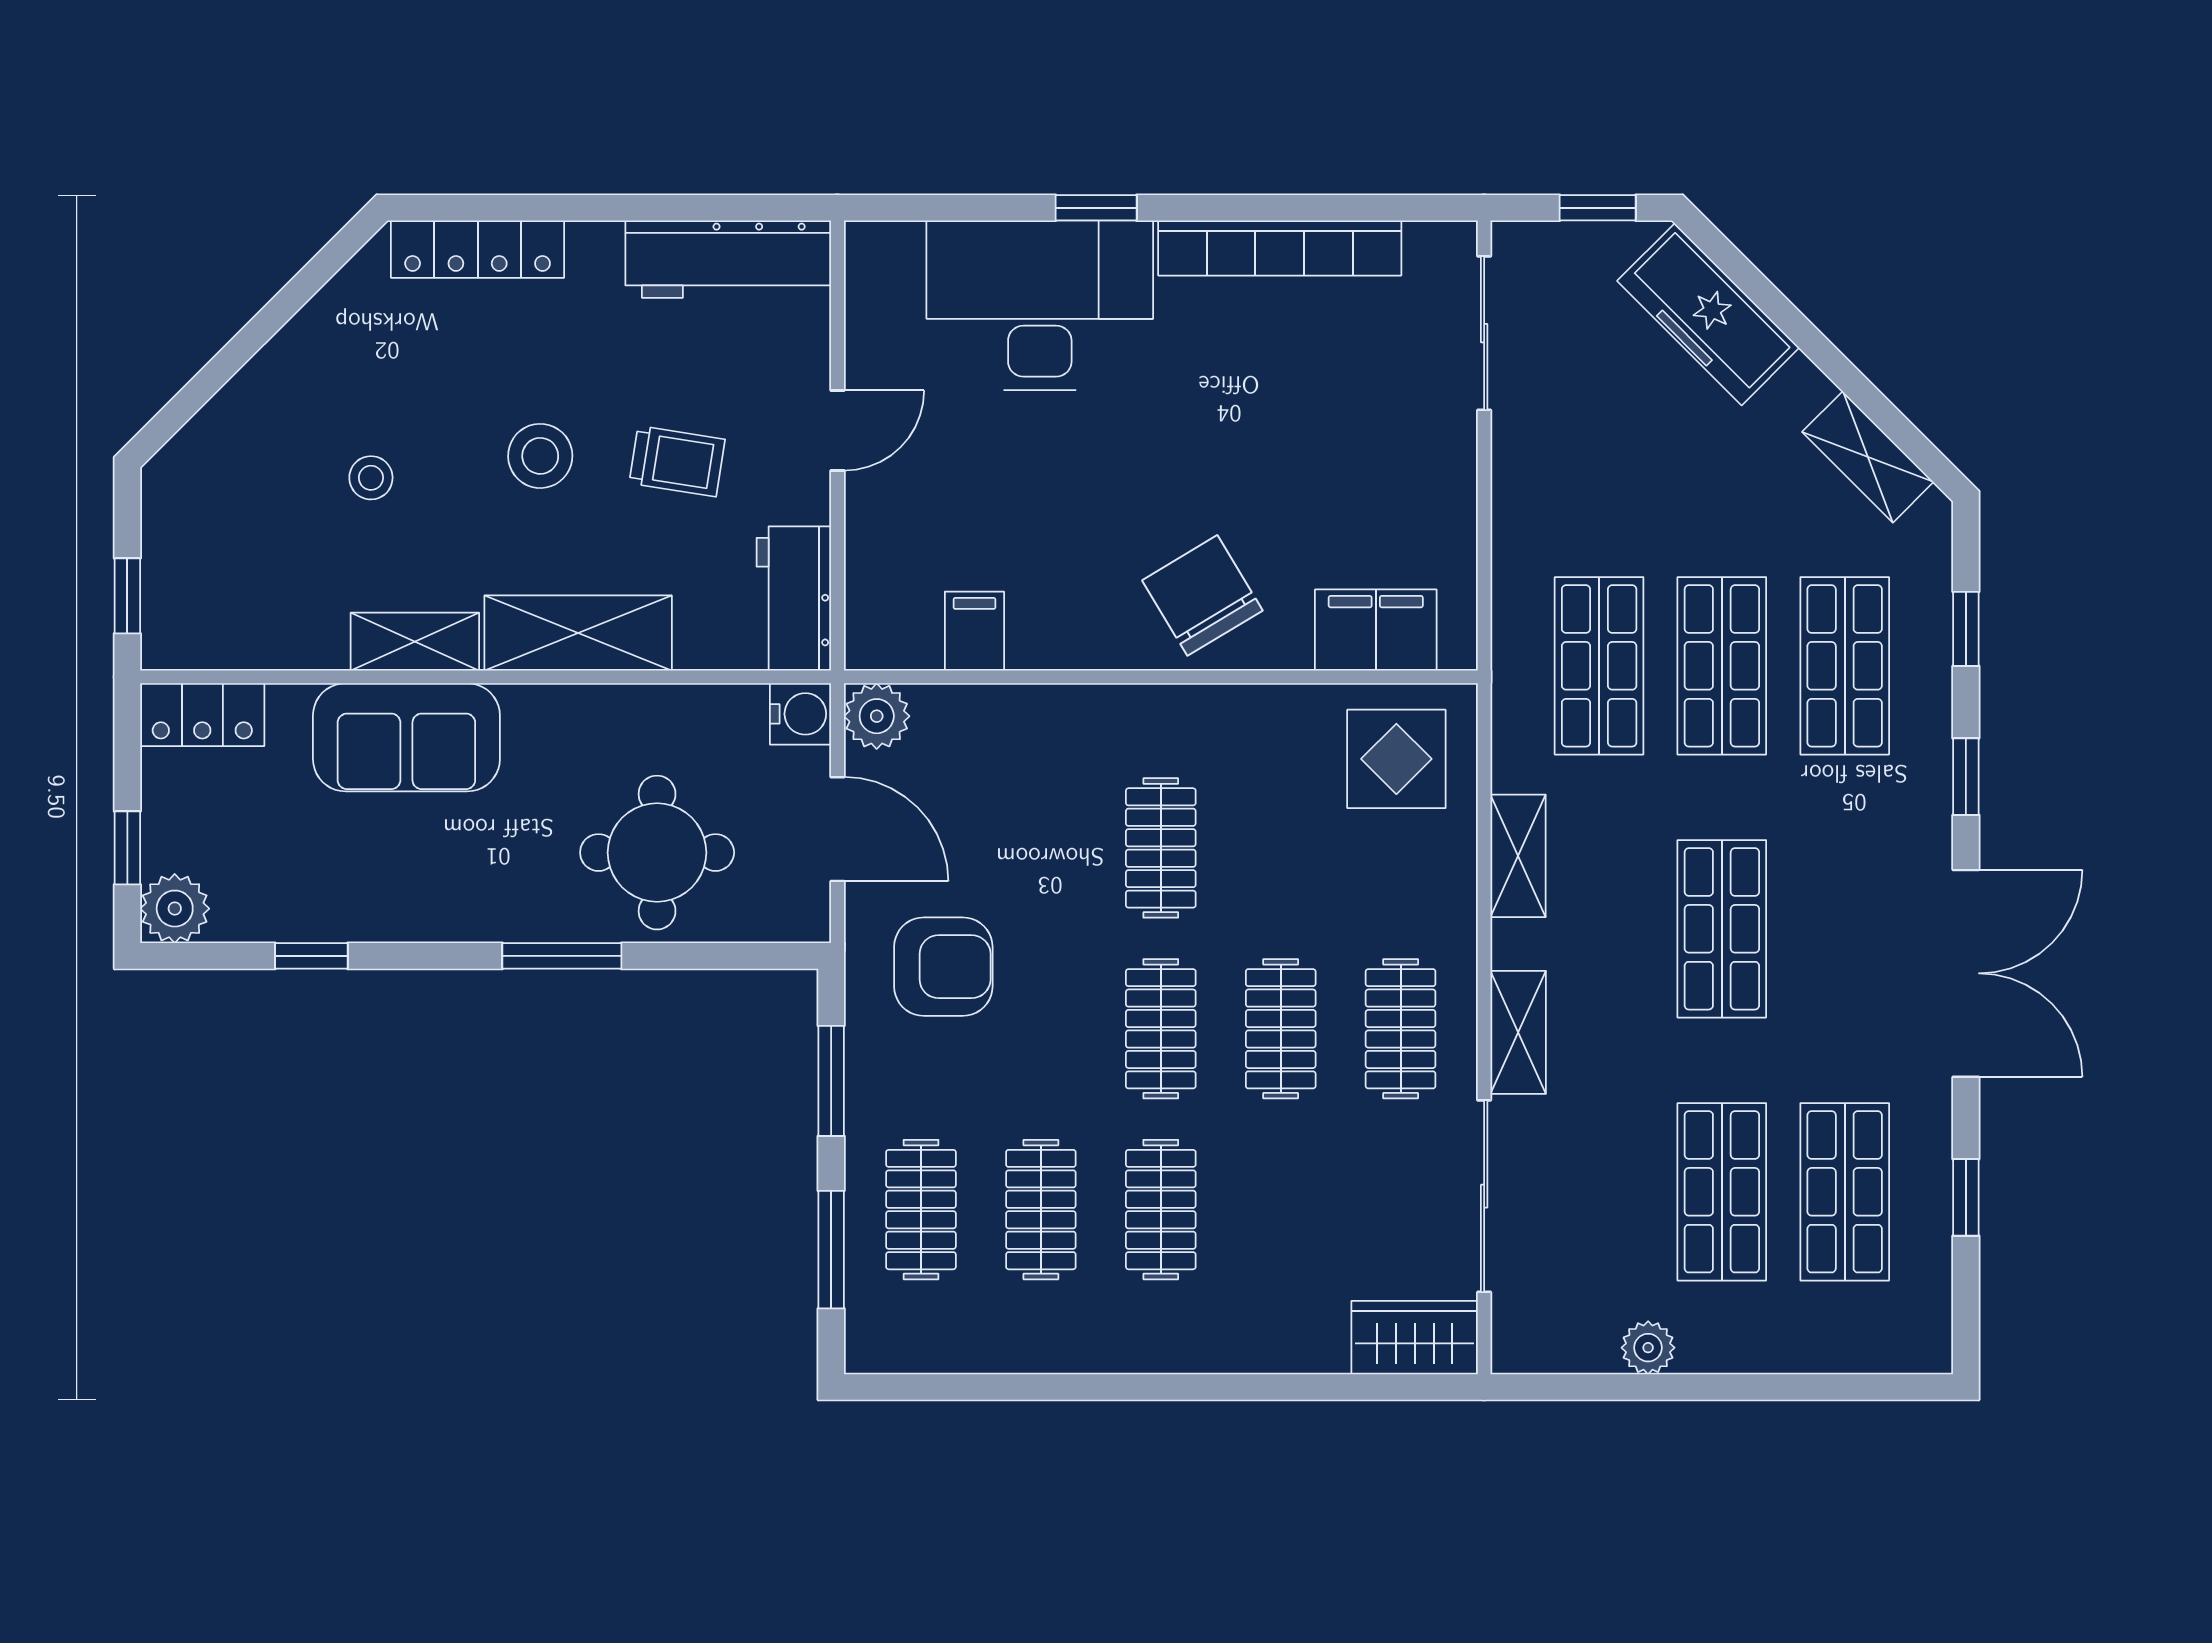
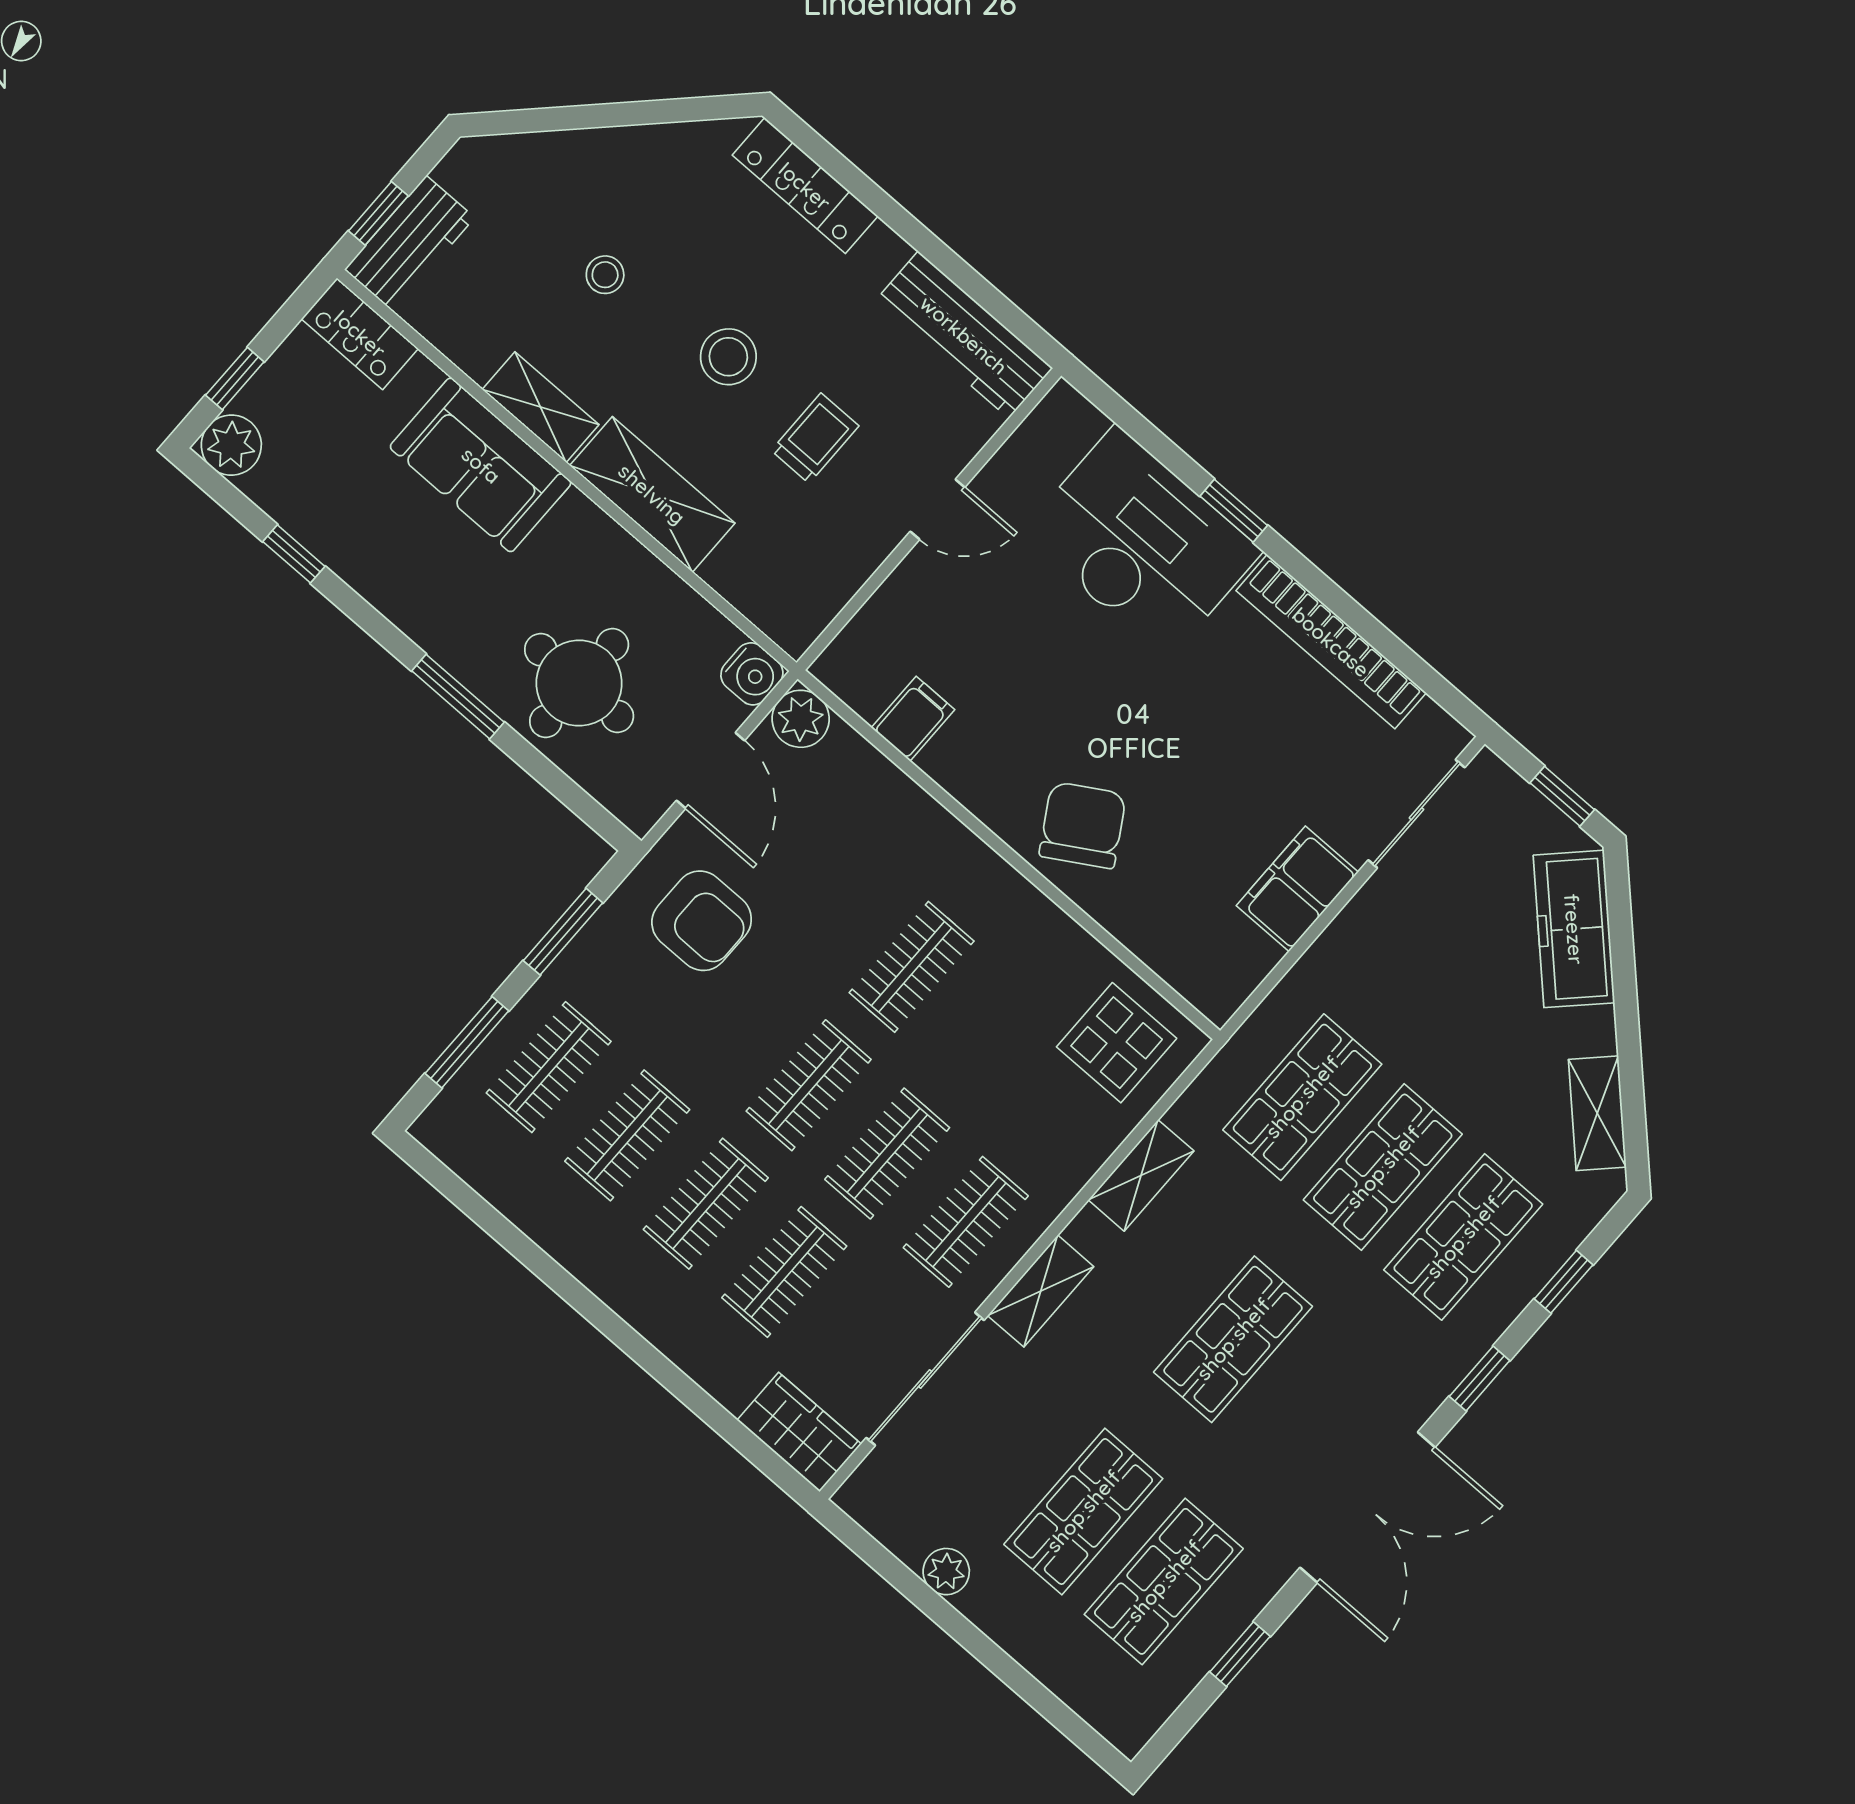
trolley: (677, 461) -> (815, 438), turned -99
workbench: (794, 598) -> (410, 244), moved, turned 180
filing cabinet: (1376, 630) -> (1297, 889), moved, turned -90
clothes rail: (1281, 1210) -> (784, 1272), added

